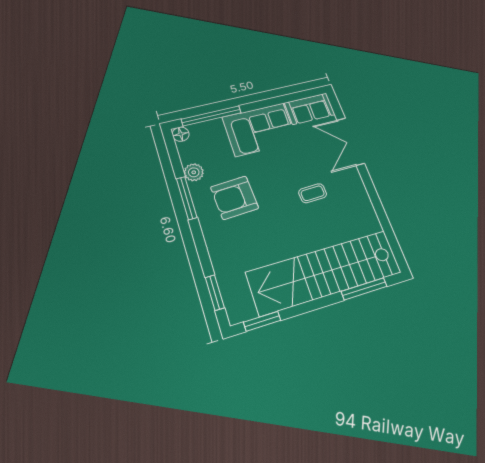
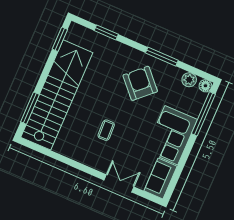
double door: (351, 142) -> (119, 183), width x0.73
plant: (194, 172) -> (189, 80), moved
armchair: (235, 198) -> (140, 83), turned -40
window: (215, 293) -> (106, 32), moved

